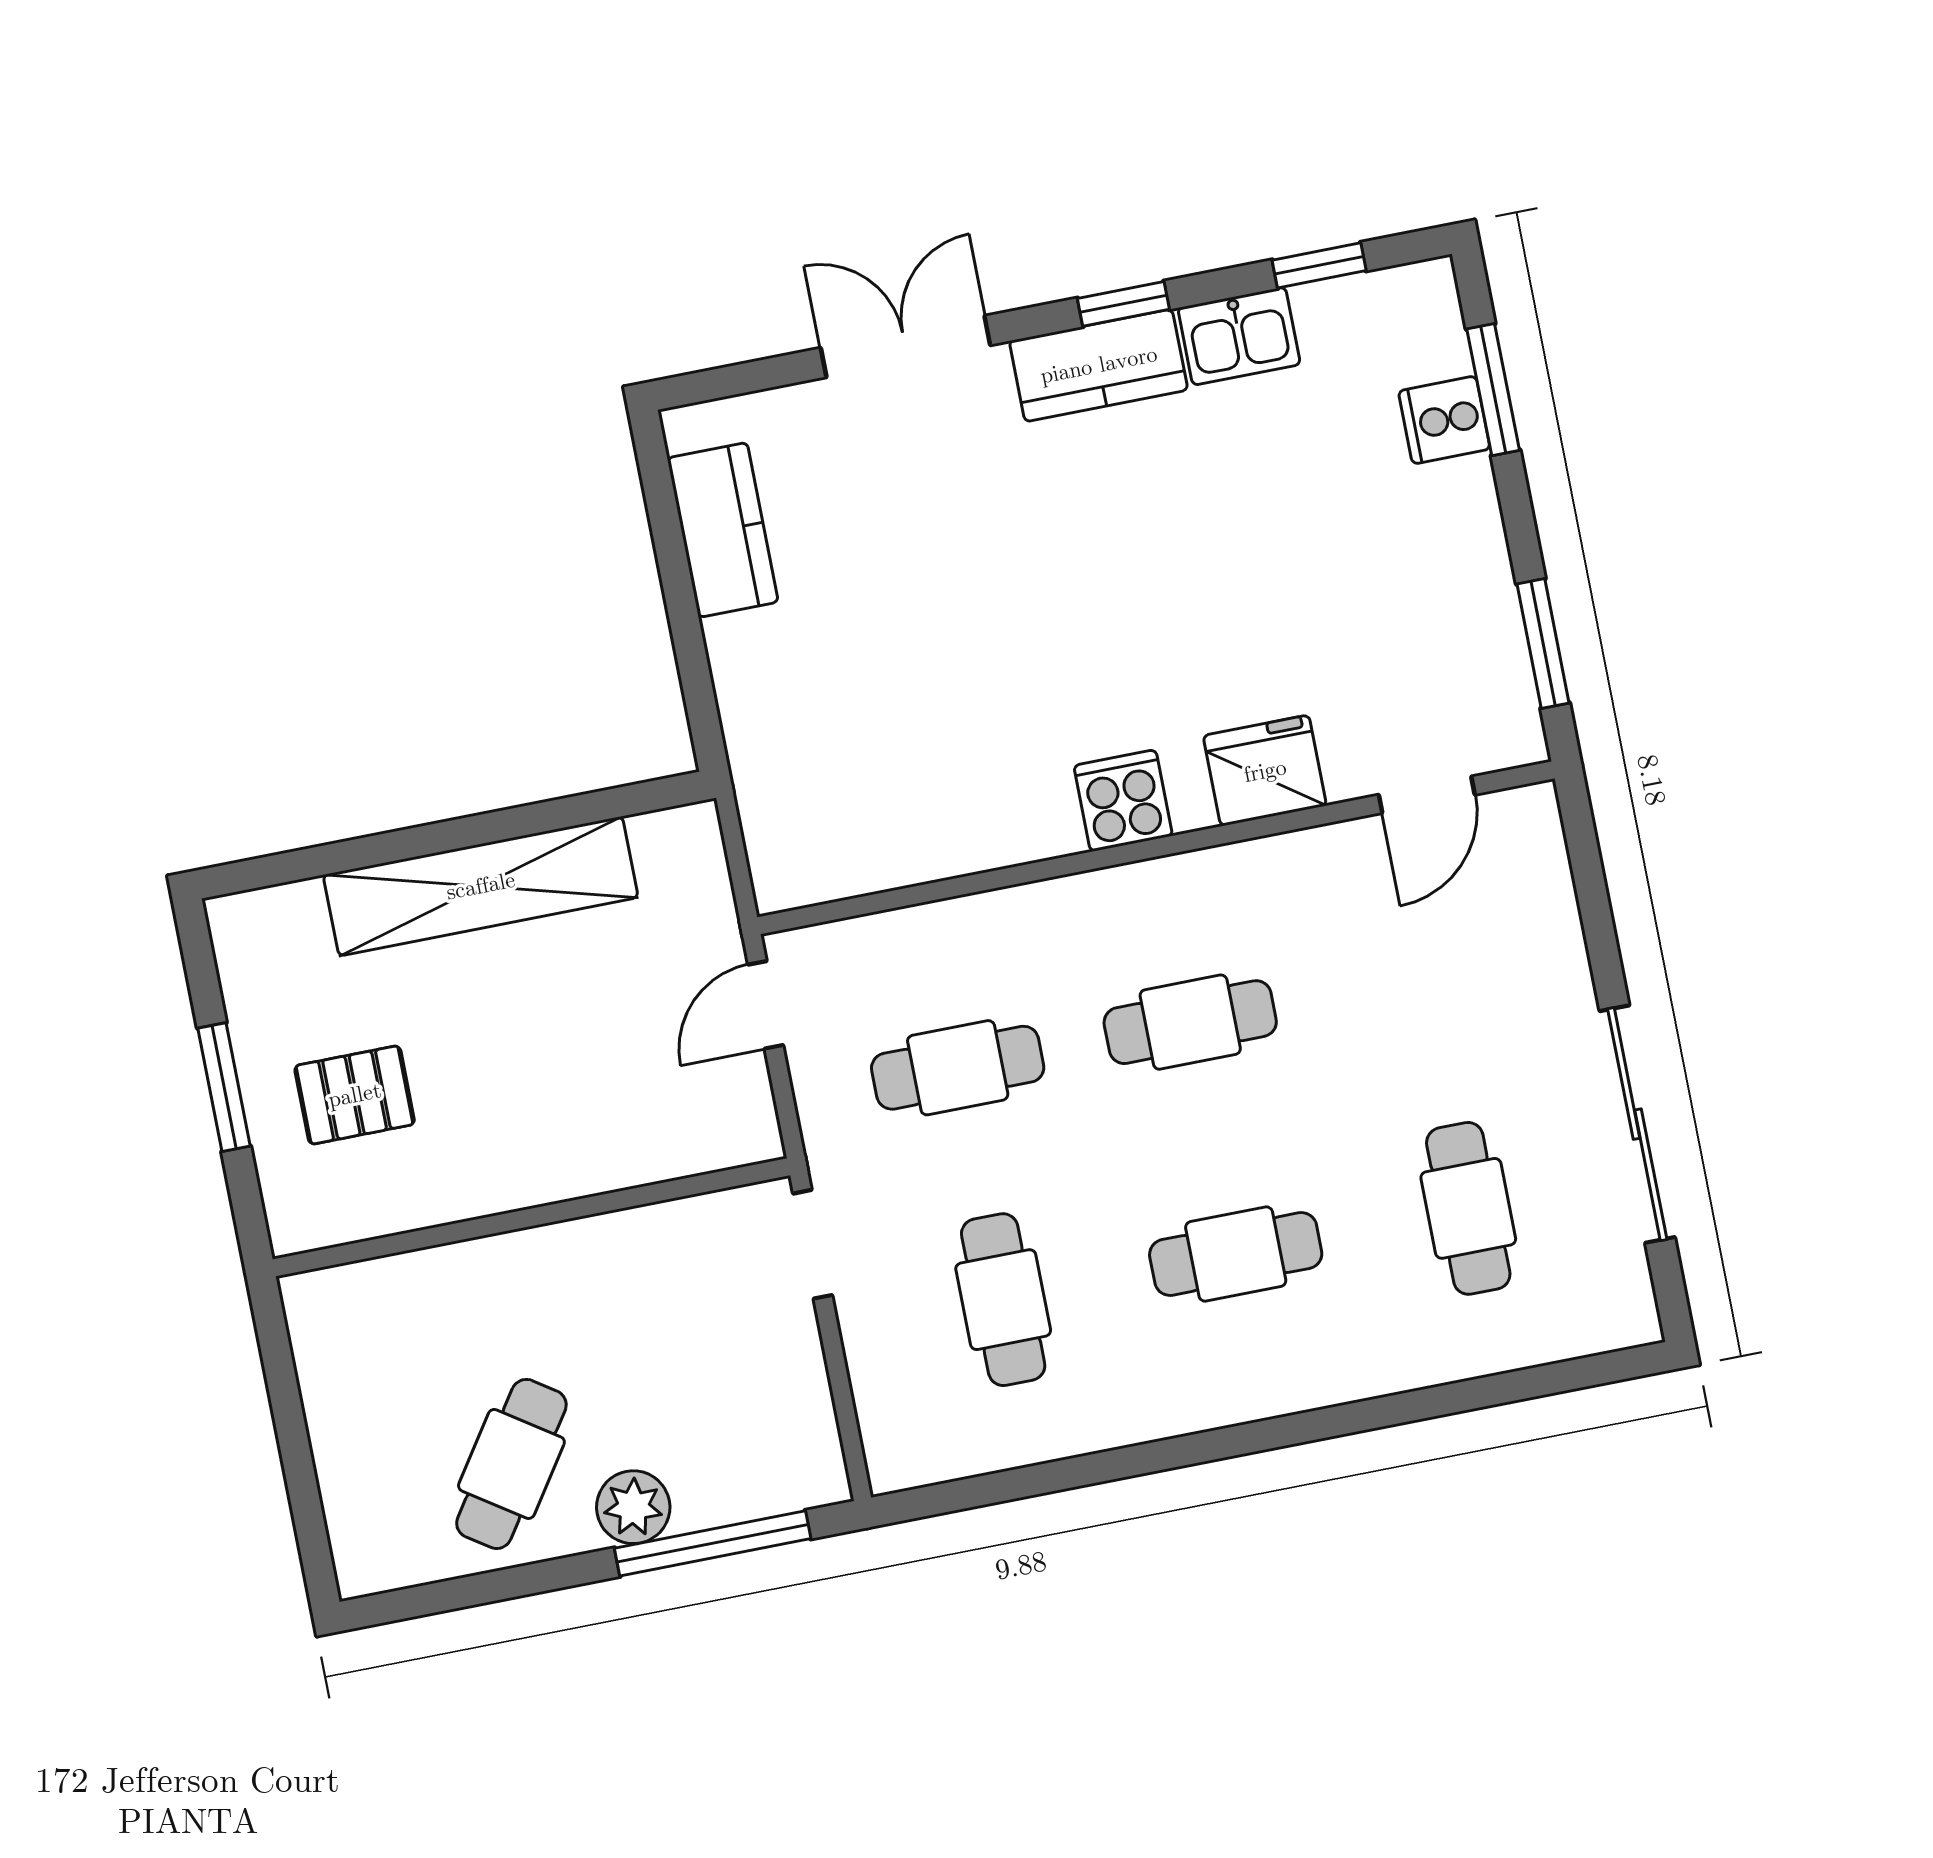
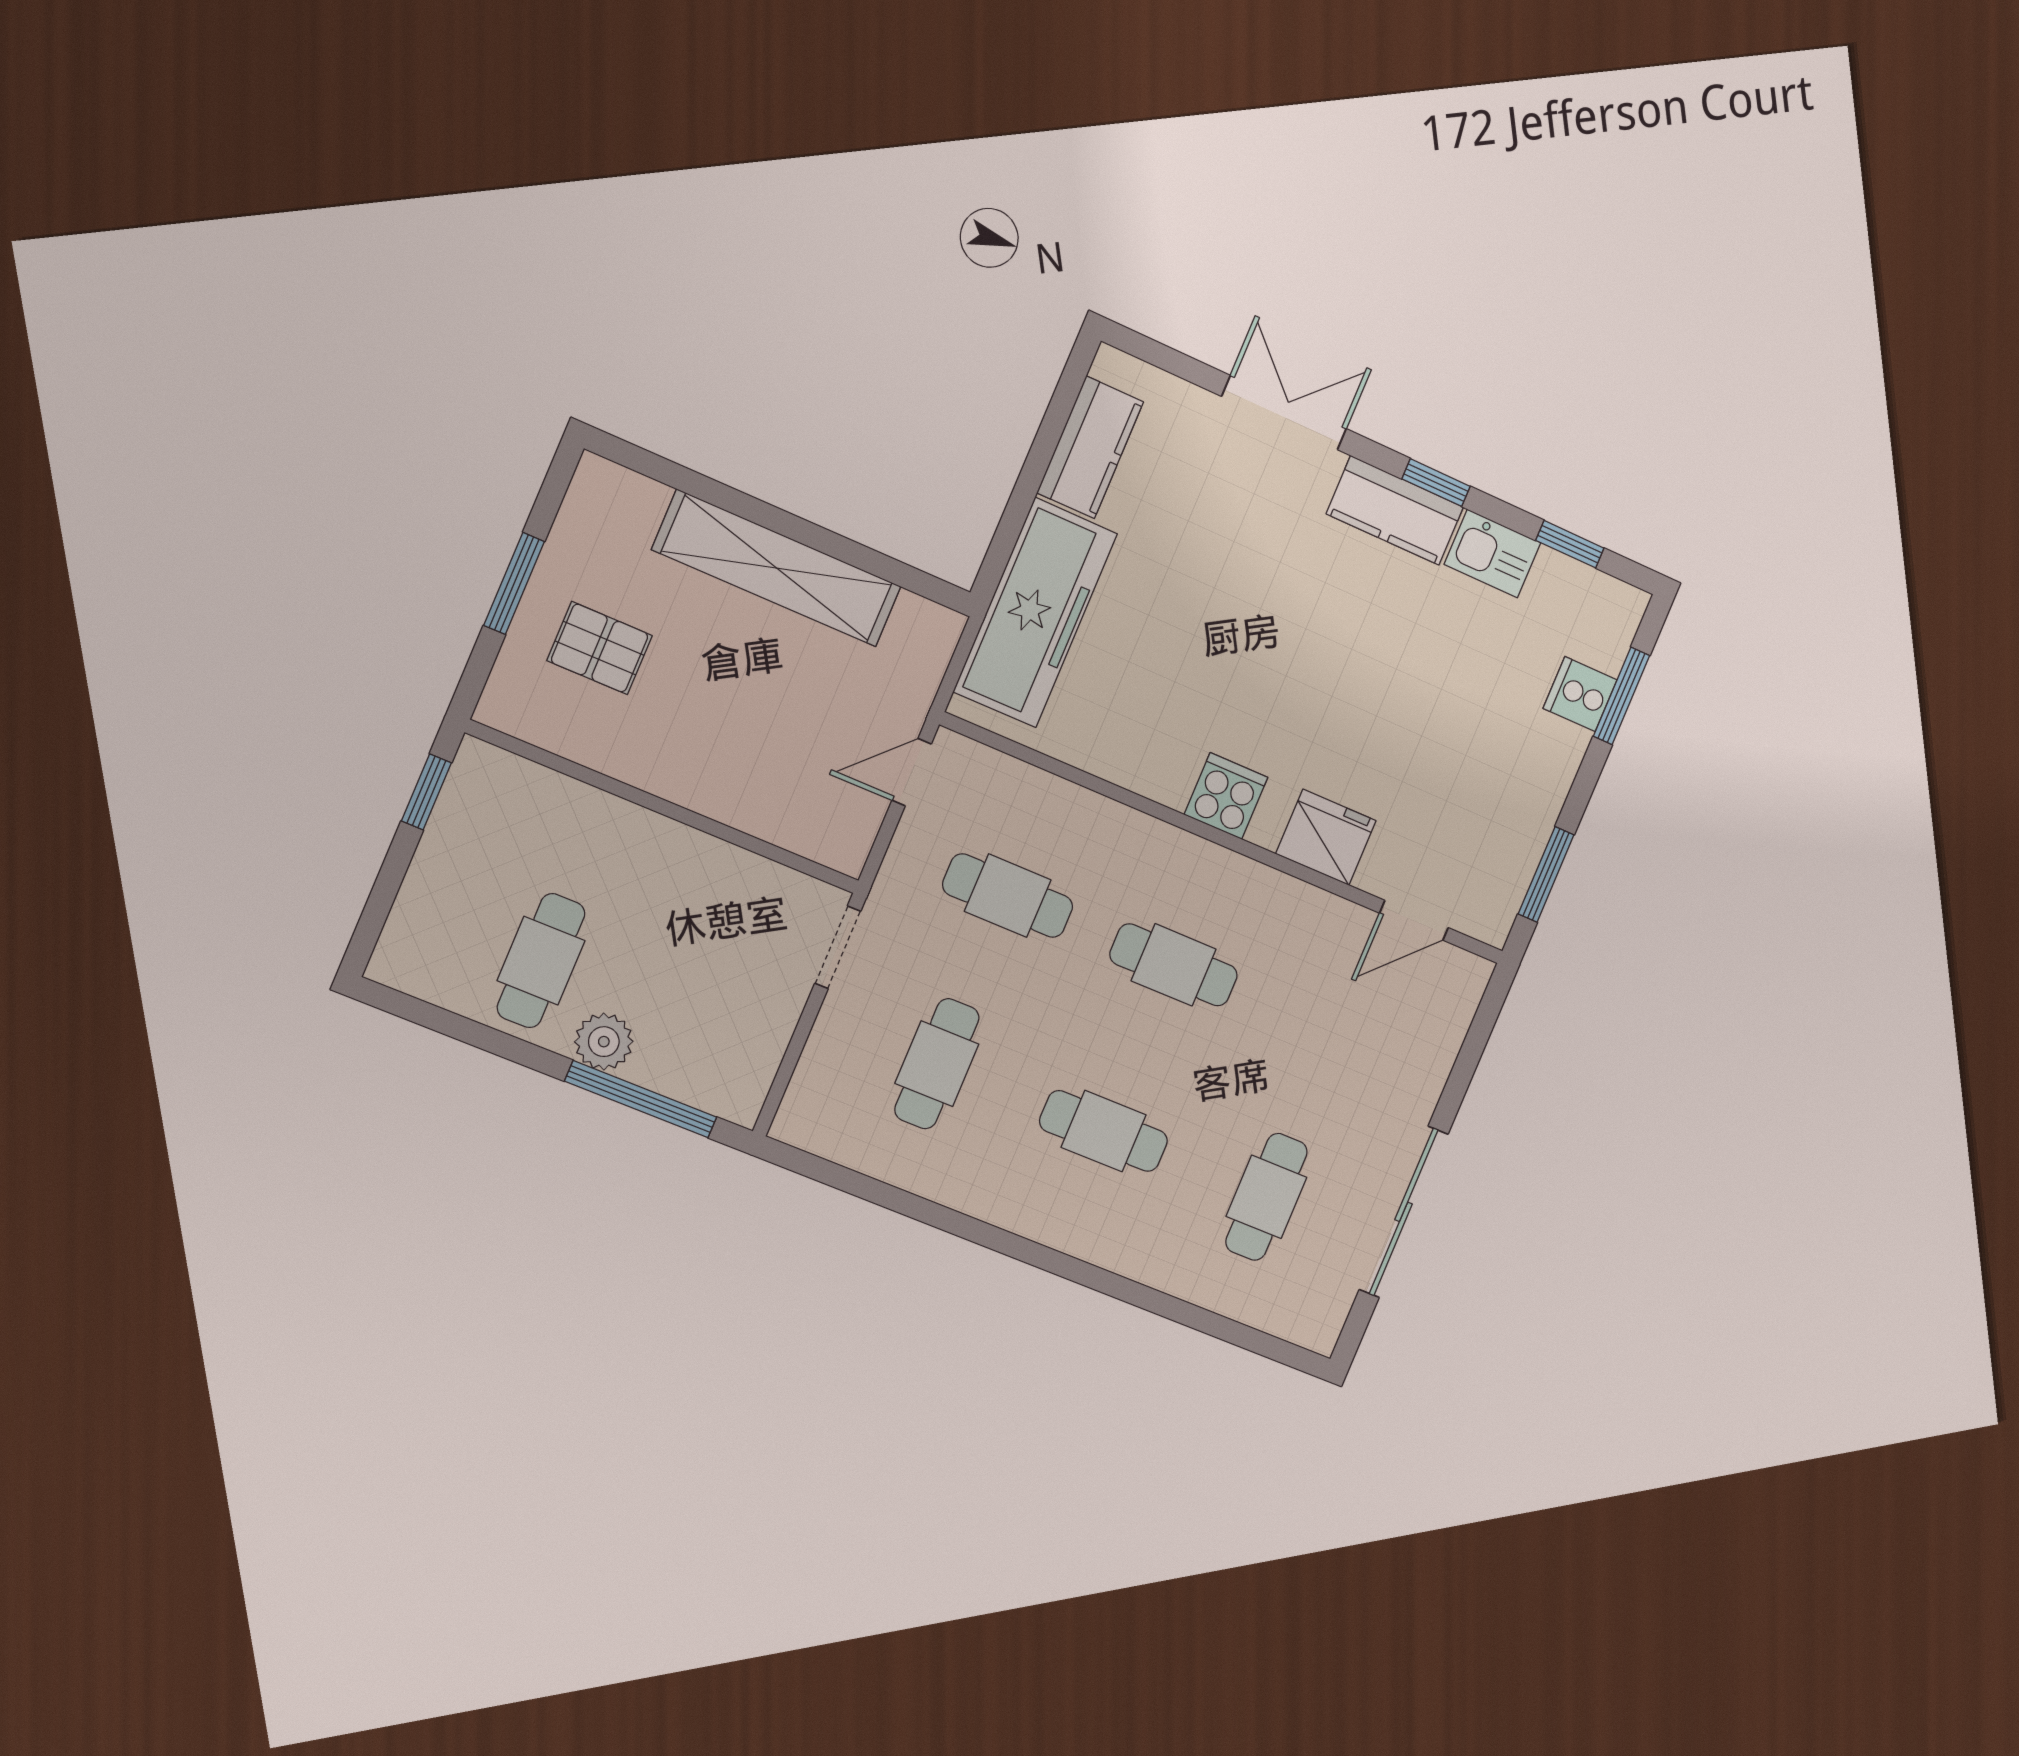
freezer: (783, 745) -> (1035, 613), added
window: (278, 1364) -> (426, 792), added
cafe table: (511, 1464) -> (541, 961), turned -34

